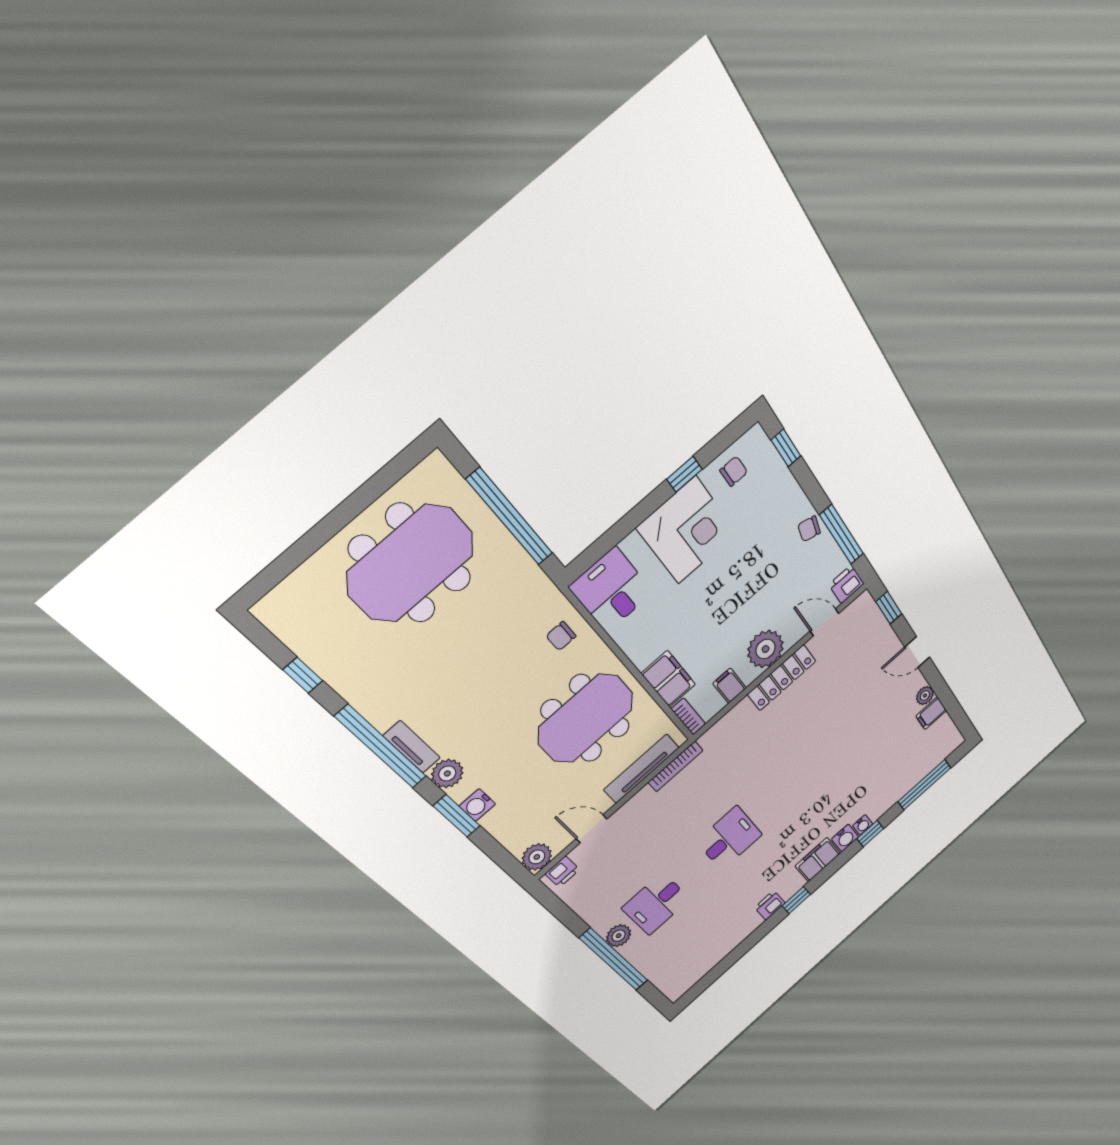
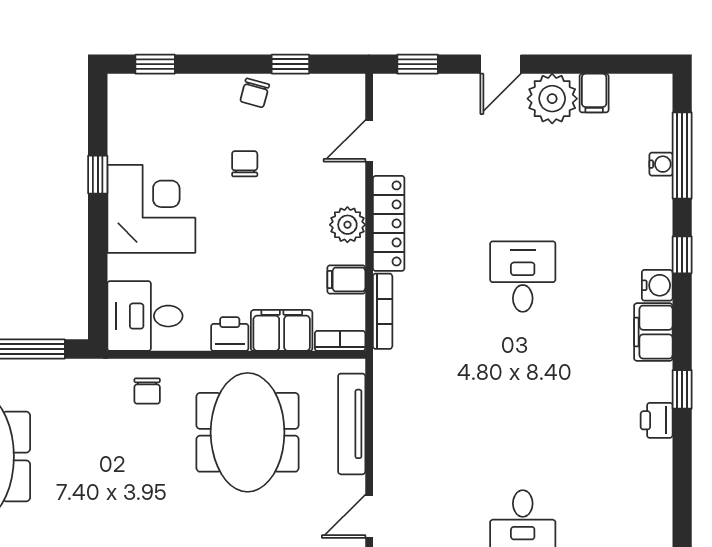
chair: (734, 471) -> (245, 164), moved
window: (842, 534) -> (290, 64), width x0.46
printer: (846, 584) -> (230, 334), moved, turned 90
plant: (766, 649) -> (347, 225), width x0.73, depth x0.73
plant: (925, 696) -> (552, 99), width x1.88, depth x1.88
bookcase: (676, 766) -> (383, 311), moved
water cooler: (863, 825) -> (661, 164), moved
desk: (729, 838) -> (523, 277), moved

